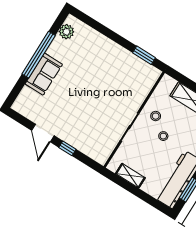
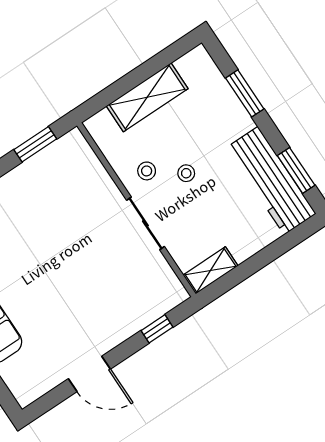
window: (67, 148) -> (157, 329), moved
shelving: (130, 176) -> (211, 270), moved

